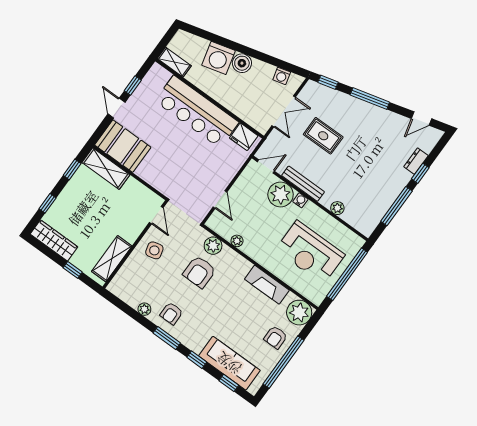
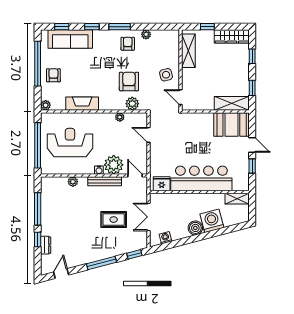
door: (266, 166) -> (135, 175), swing flipped
plant: (299, 313) -> (46, 105), width x0.53, depth x0.53

